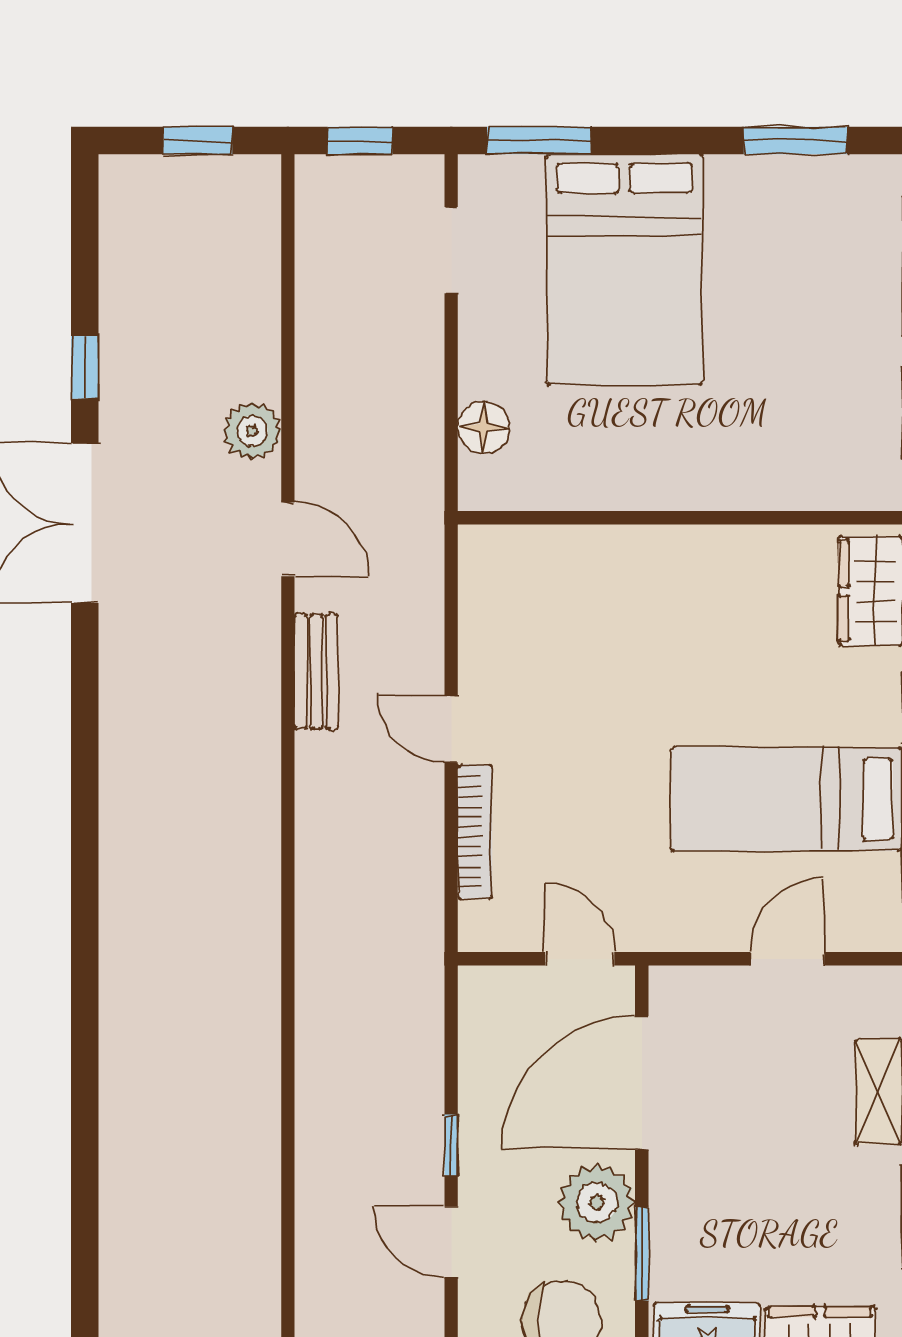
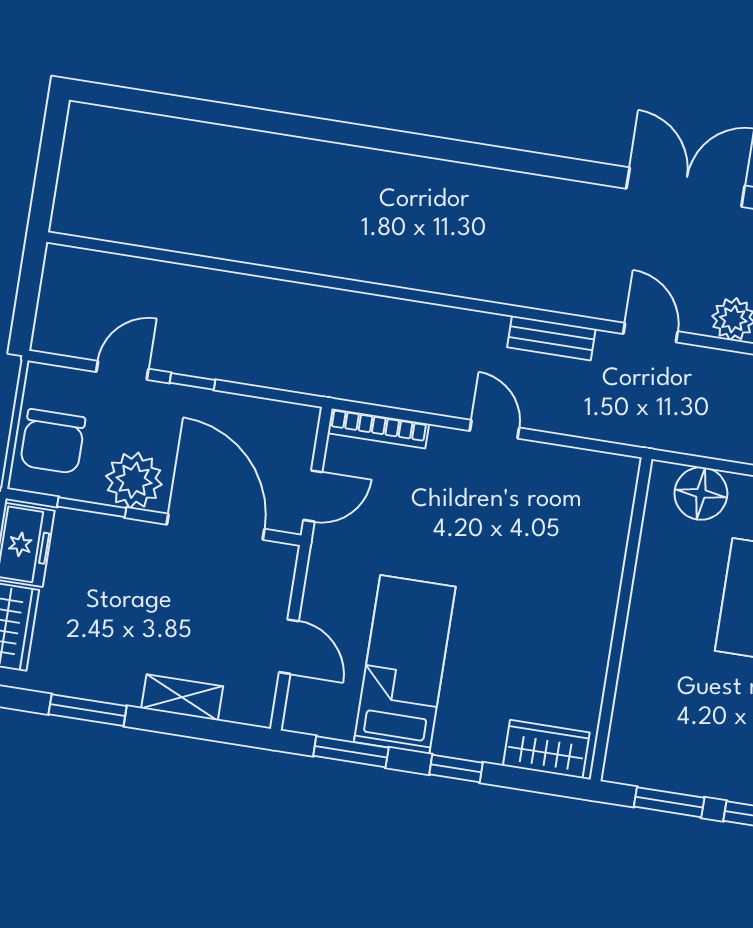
floor lamp: (484, 427) -> (701, 493), width x1.38, depth x1.38
door: (288, 539) -> (650, 333), swing flipped
door: (451, 729) -> (494, 429), hinge flipped
bookcase: (475, 832) -> (378, 429), moved

